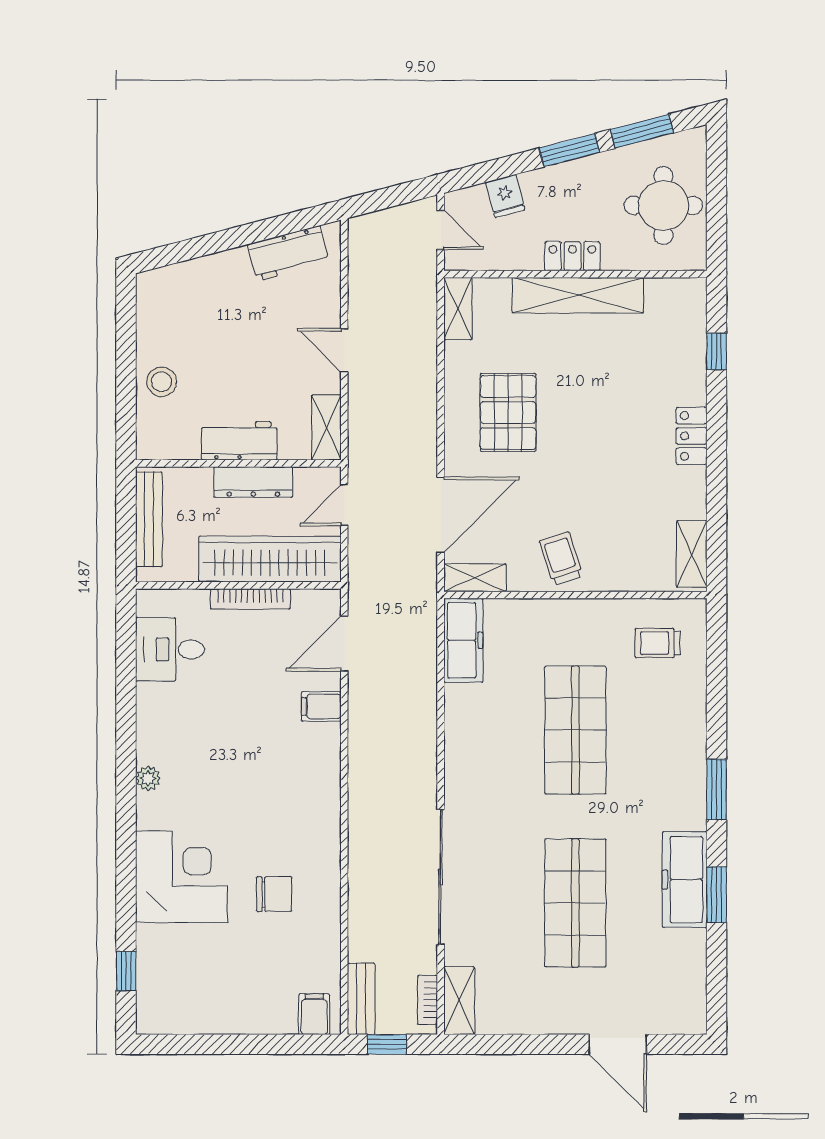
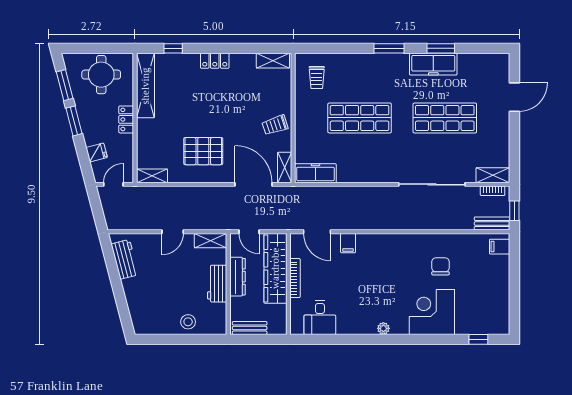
shelving: (578, 295) -> (145, 86), moved
bench: (149, 519) -> (250, 328), width x0.73

